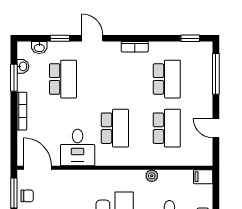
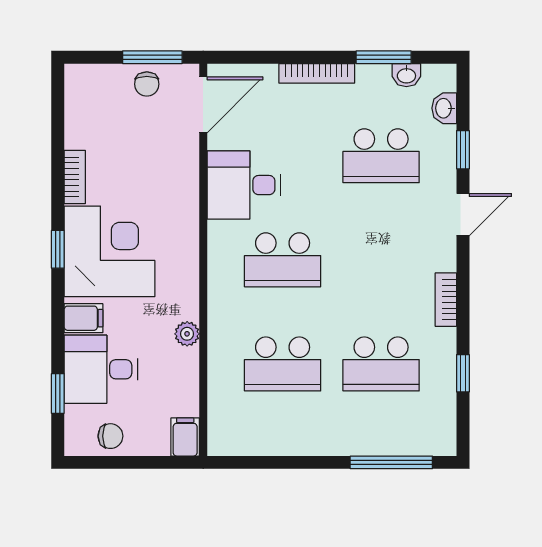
window: (190, 38) -> (463, 373), moved
door: (216, 128) -> (282, 462), removed

